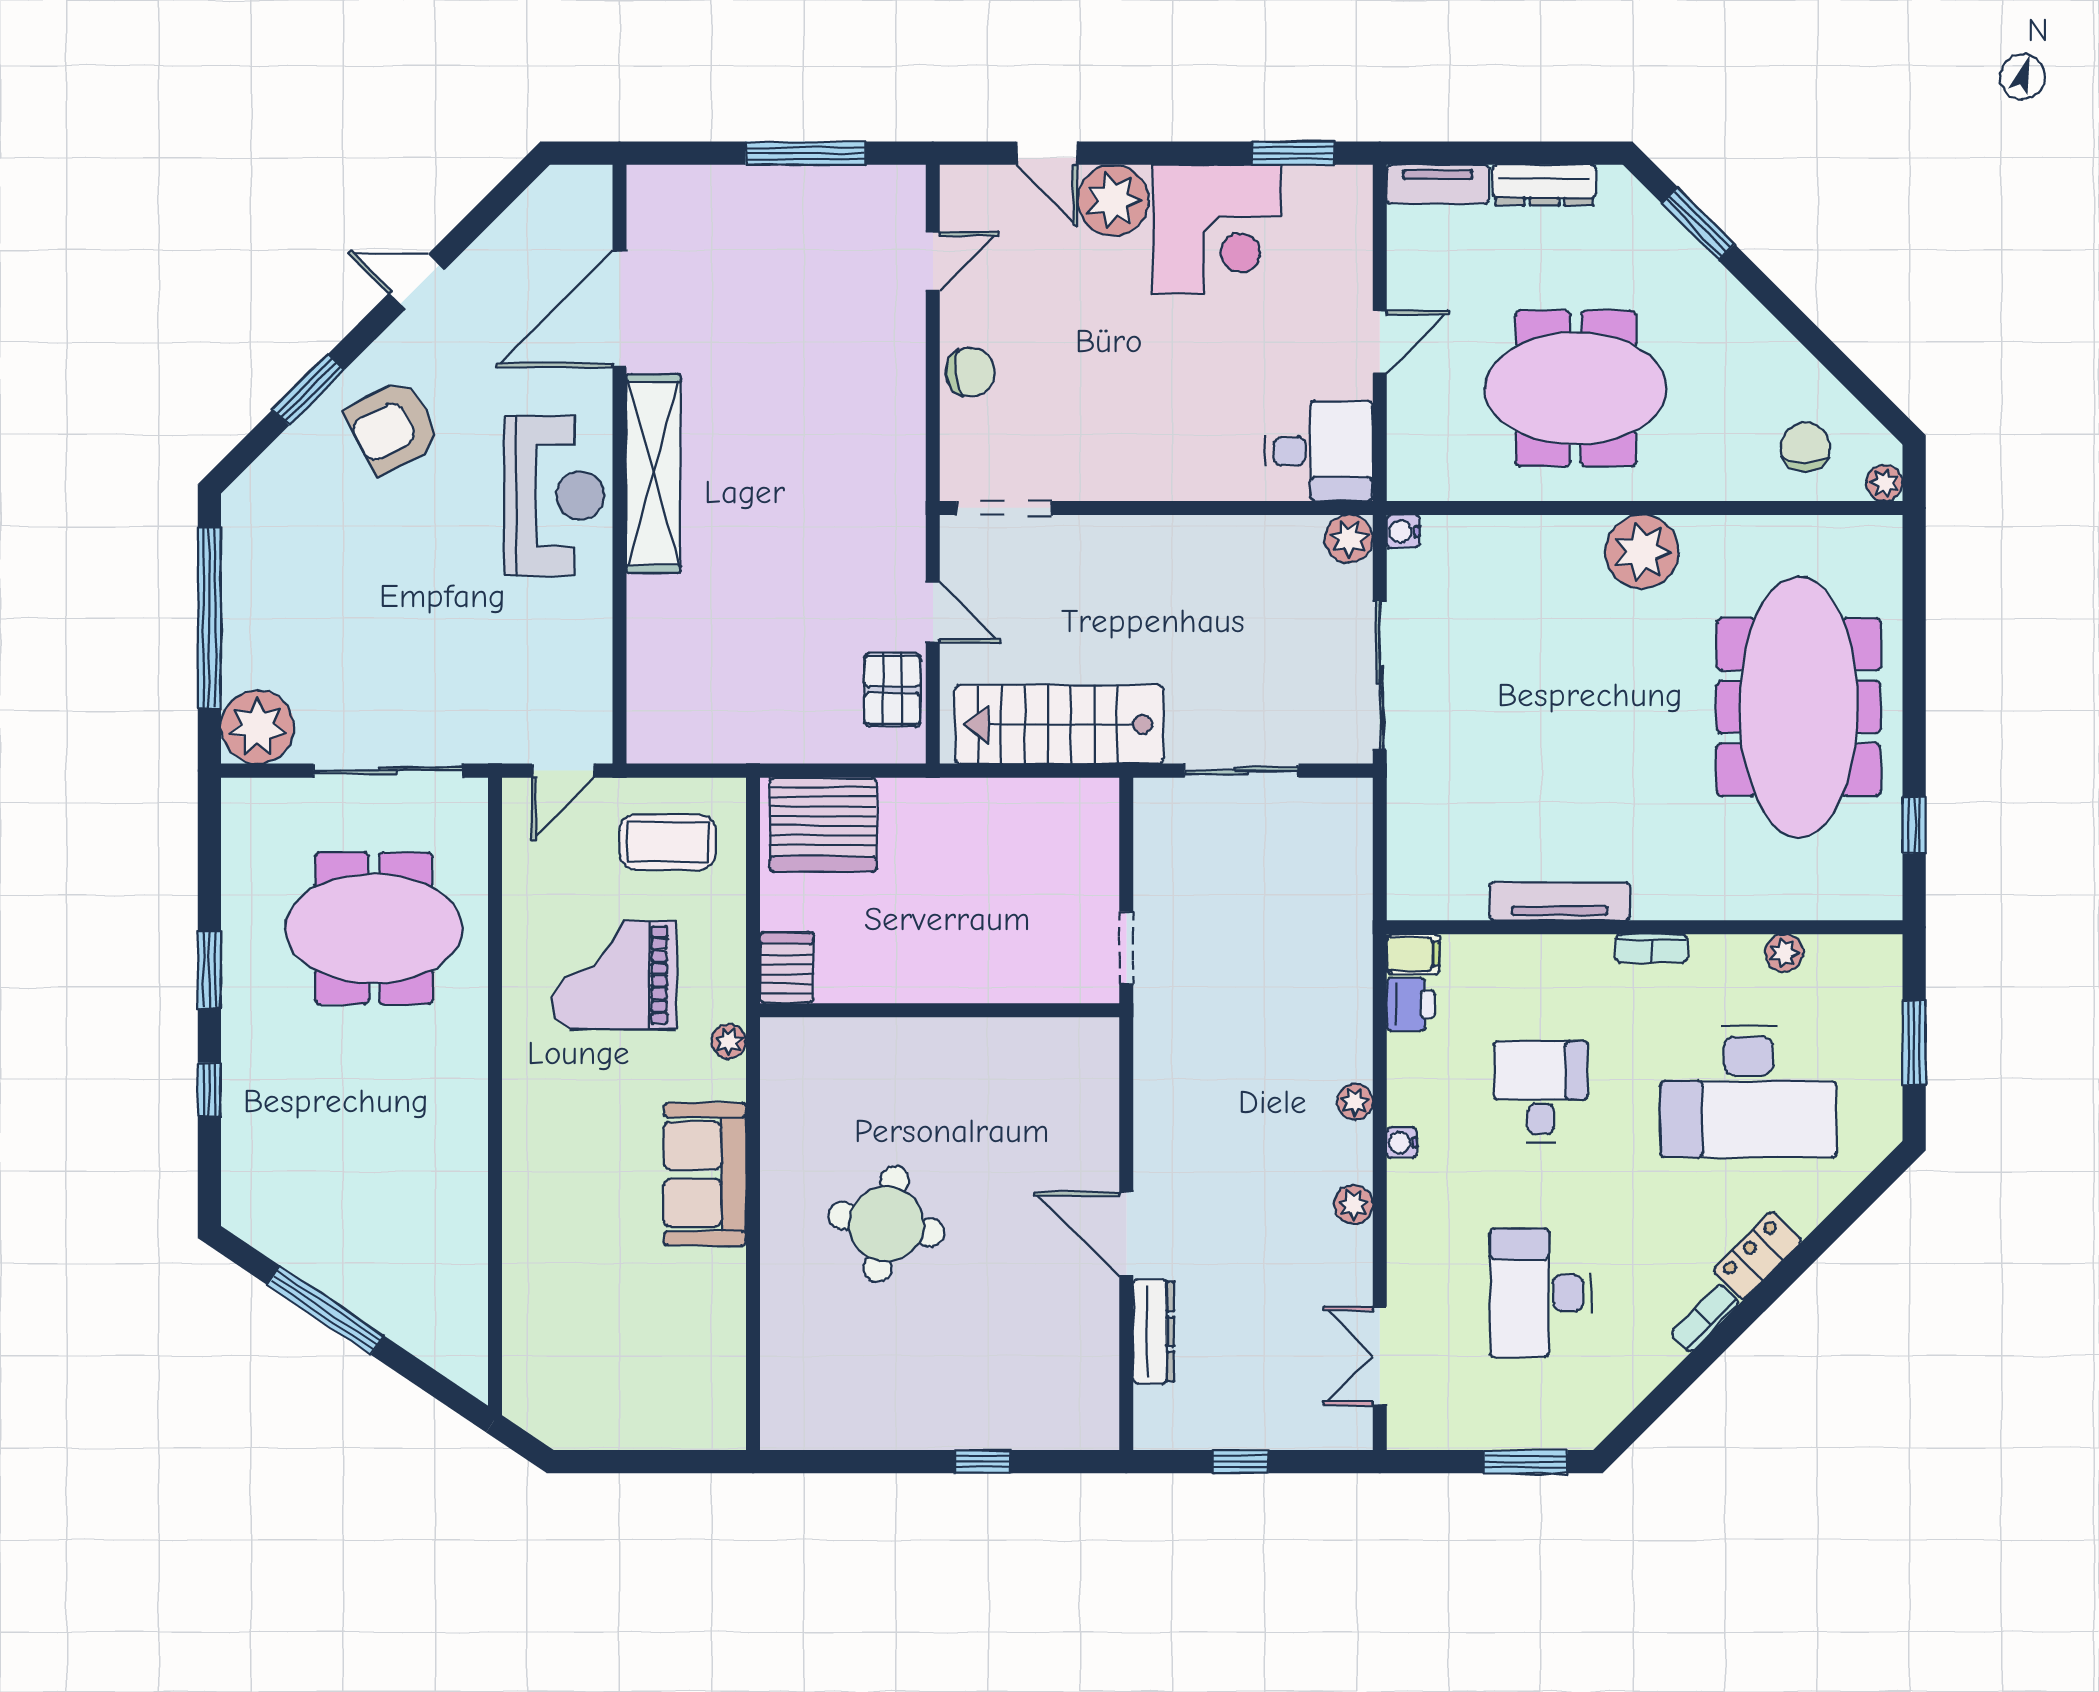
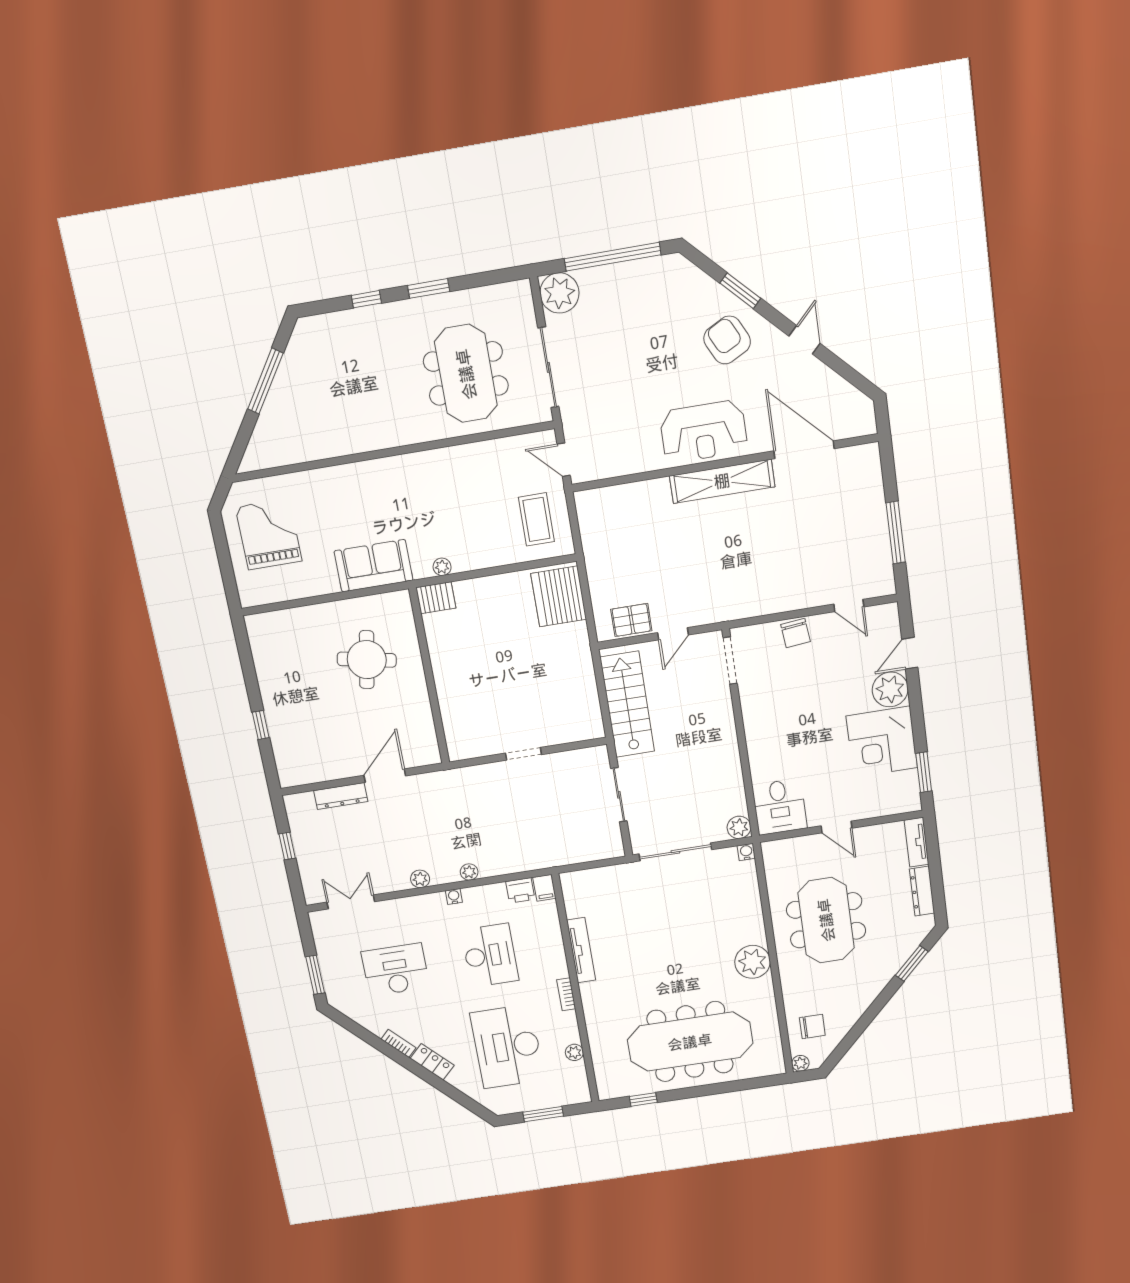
server rack: (787, 968) -> (436, 598), moved
grand piano: (614, 975) -> (269, 534), moved
wall: (940, 1010) -> (429, 676), moved
desk: (1541, 1092) -> (490, 955), width x1.37

